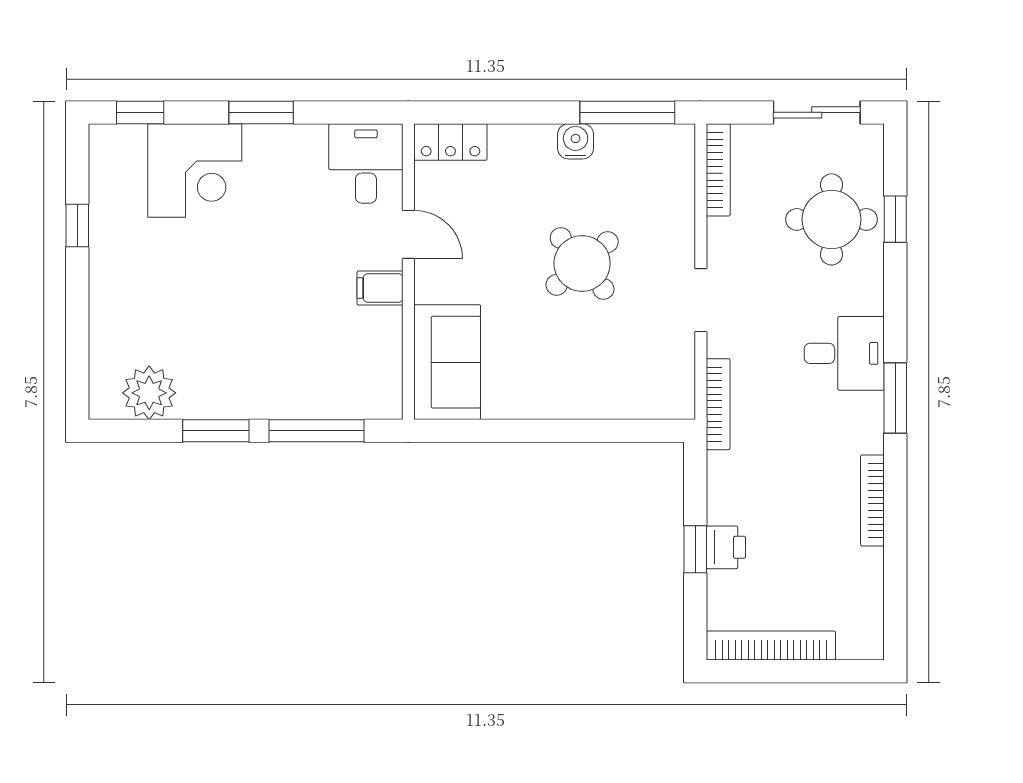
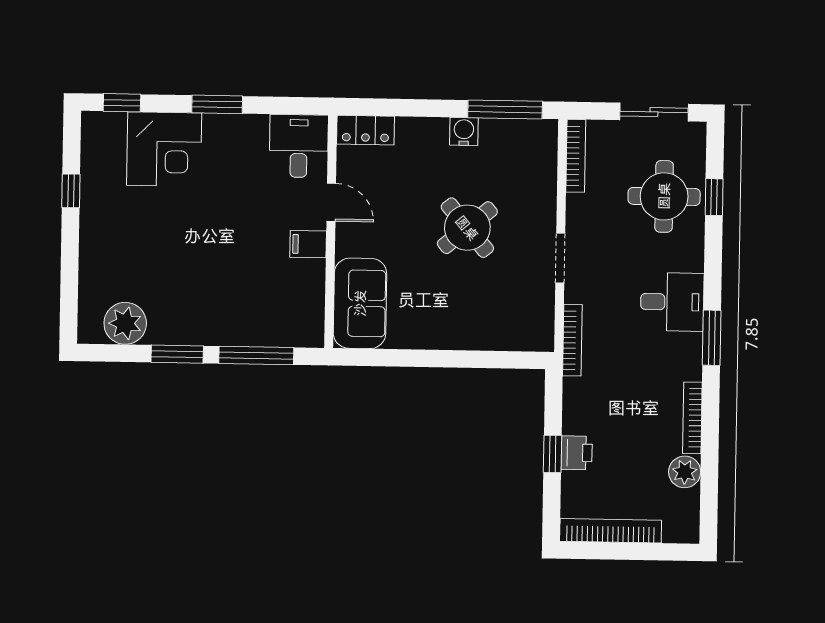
plant: (864, 569) -> (685, 472), added

